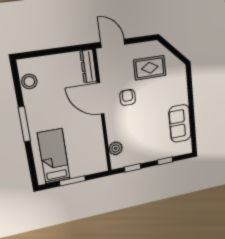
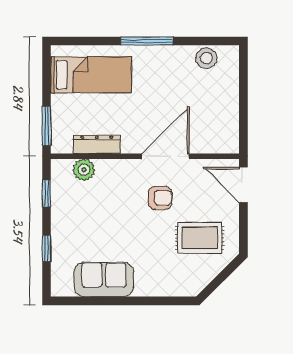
door: (113, 43) -> (243, 185), swing flipped
dresser: (88, 66) -> (97, 144), moved
rug: (150, 68) -> (200, 238), turned 90
window: (72, 181) -> (47, 126), moved

